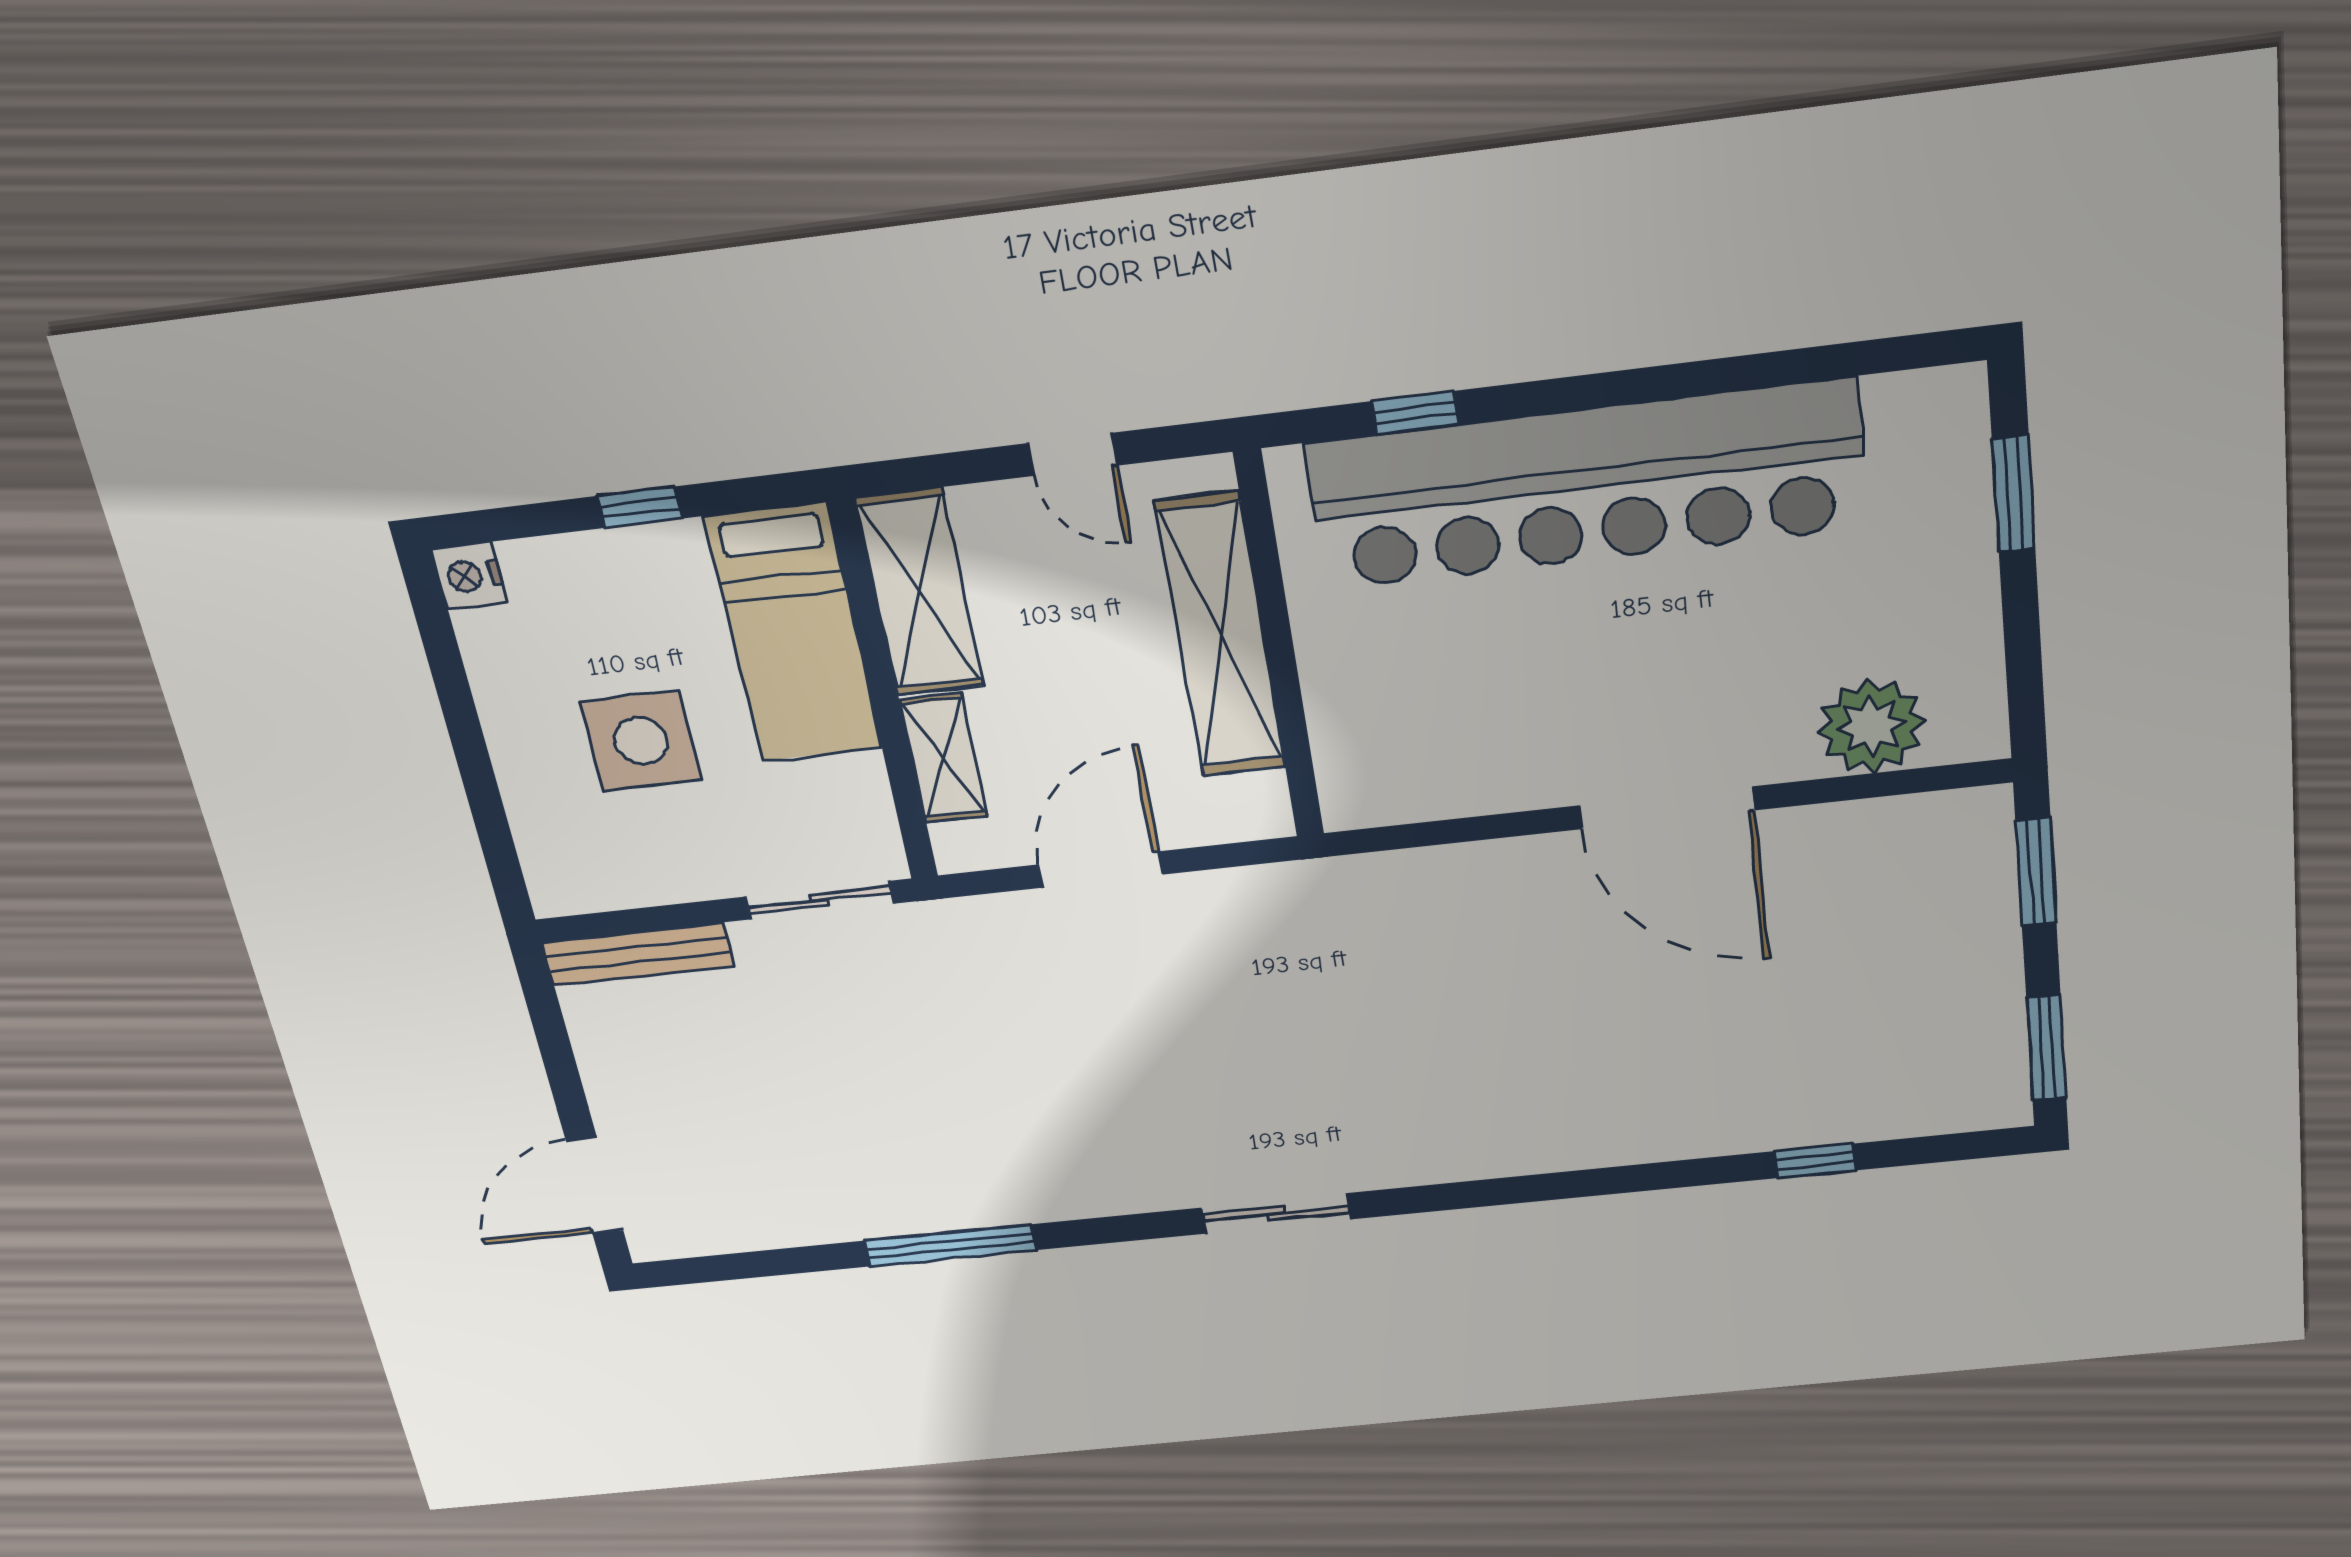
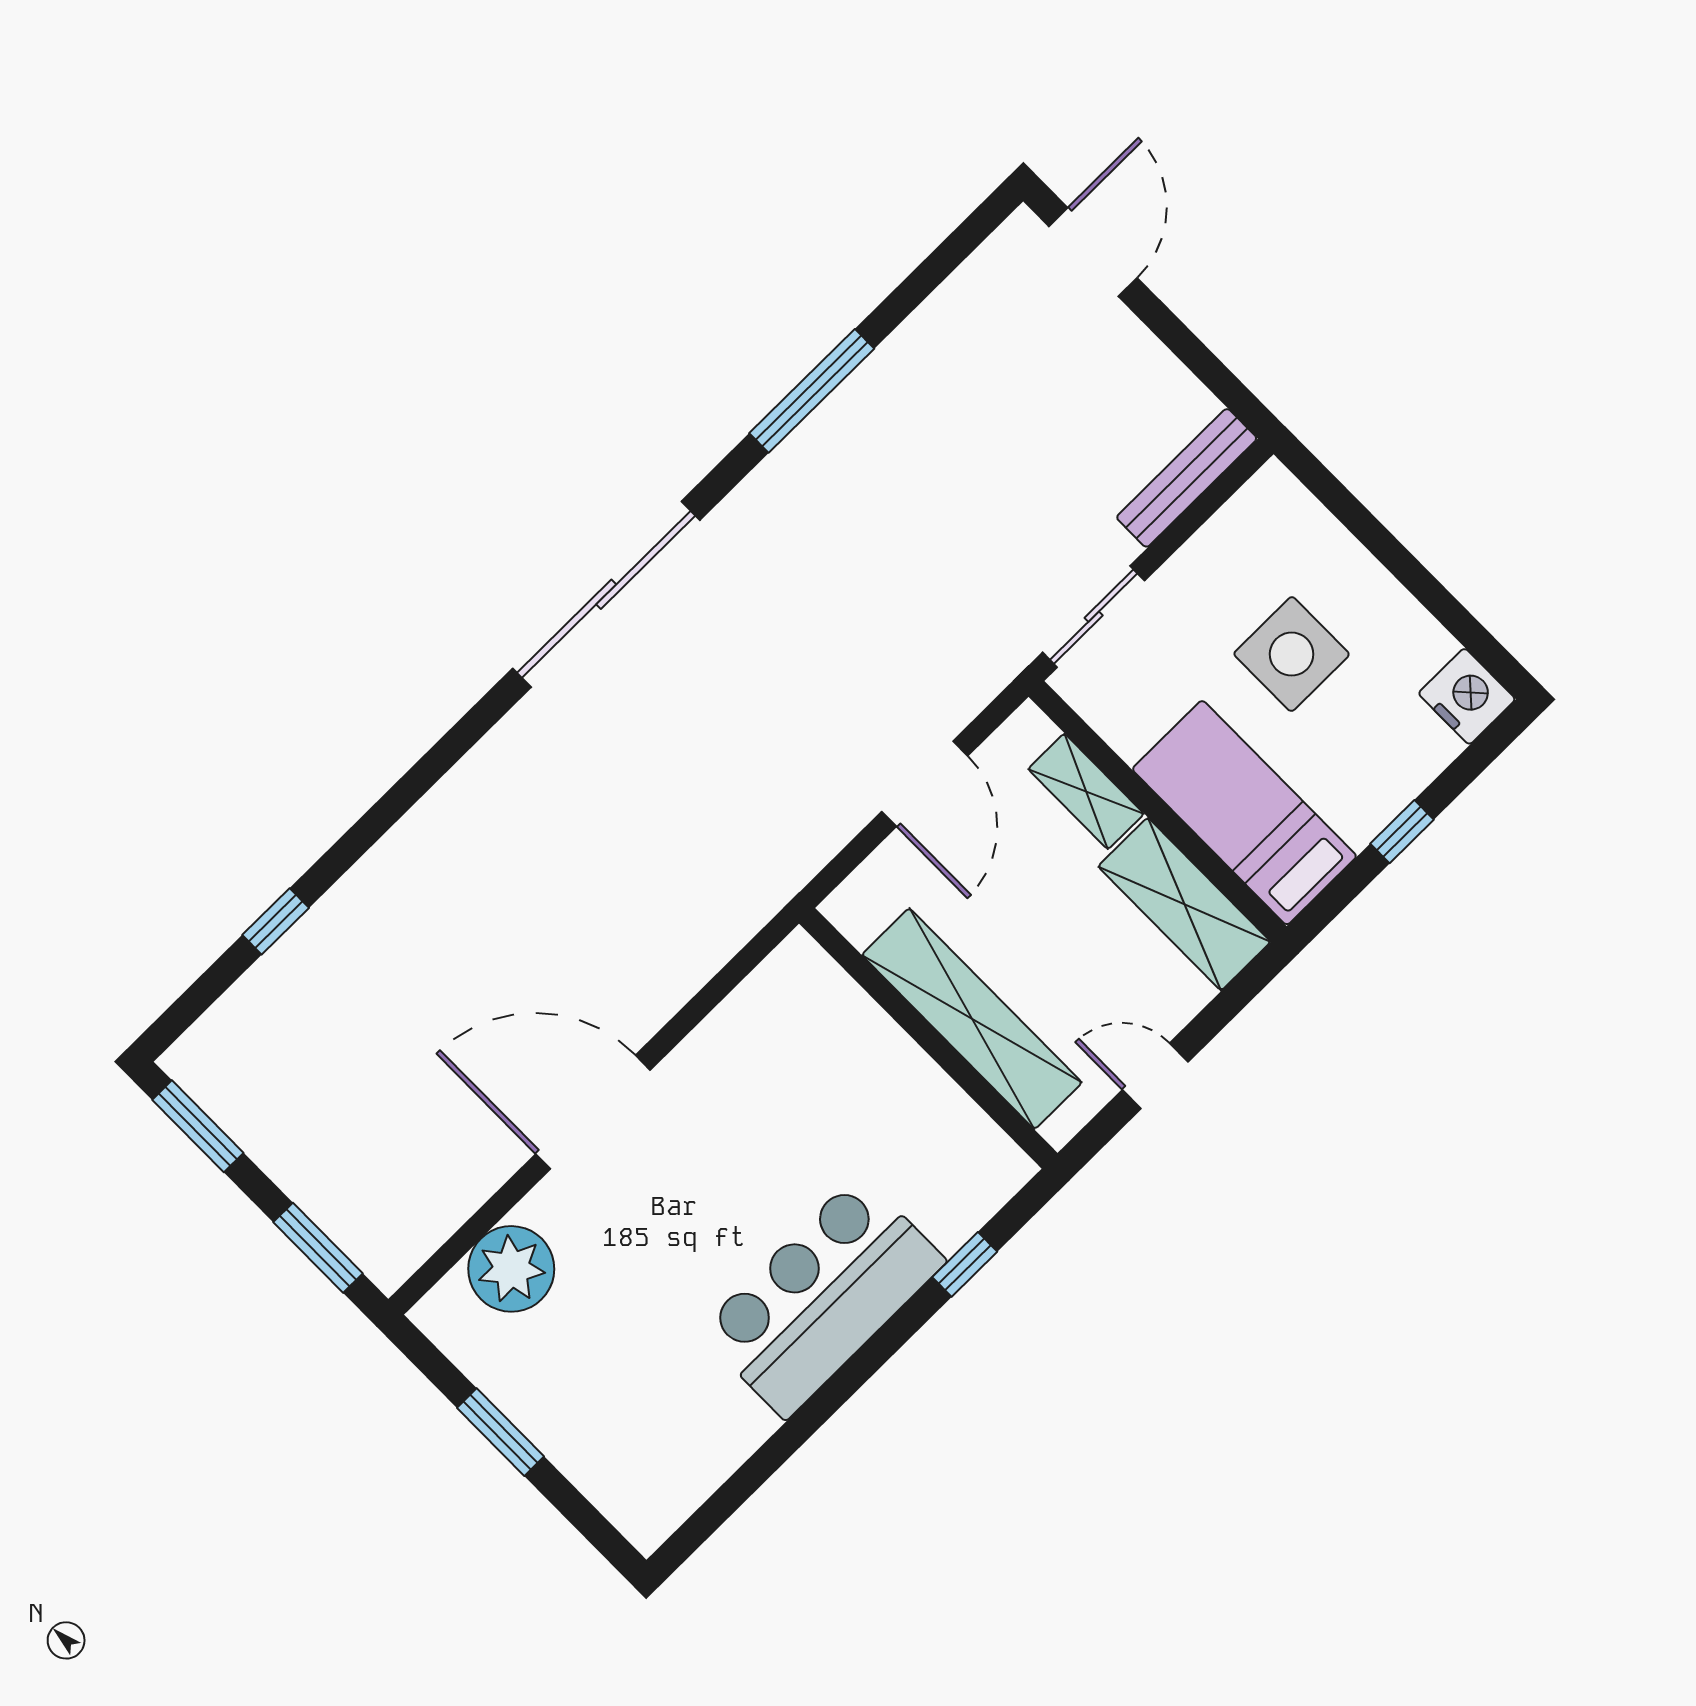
bar counter: (1587, 485) -> (822, 1296), width x0.54
window: (2014, 494) -> (501, 1432), moved
nightstand: (469, 576) -> (1467, 696), width x1.36, depth x1.33
sliding door: (1276, 1214) -> (606, 594), width x1.86

